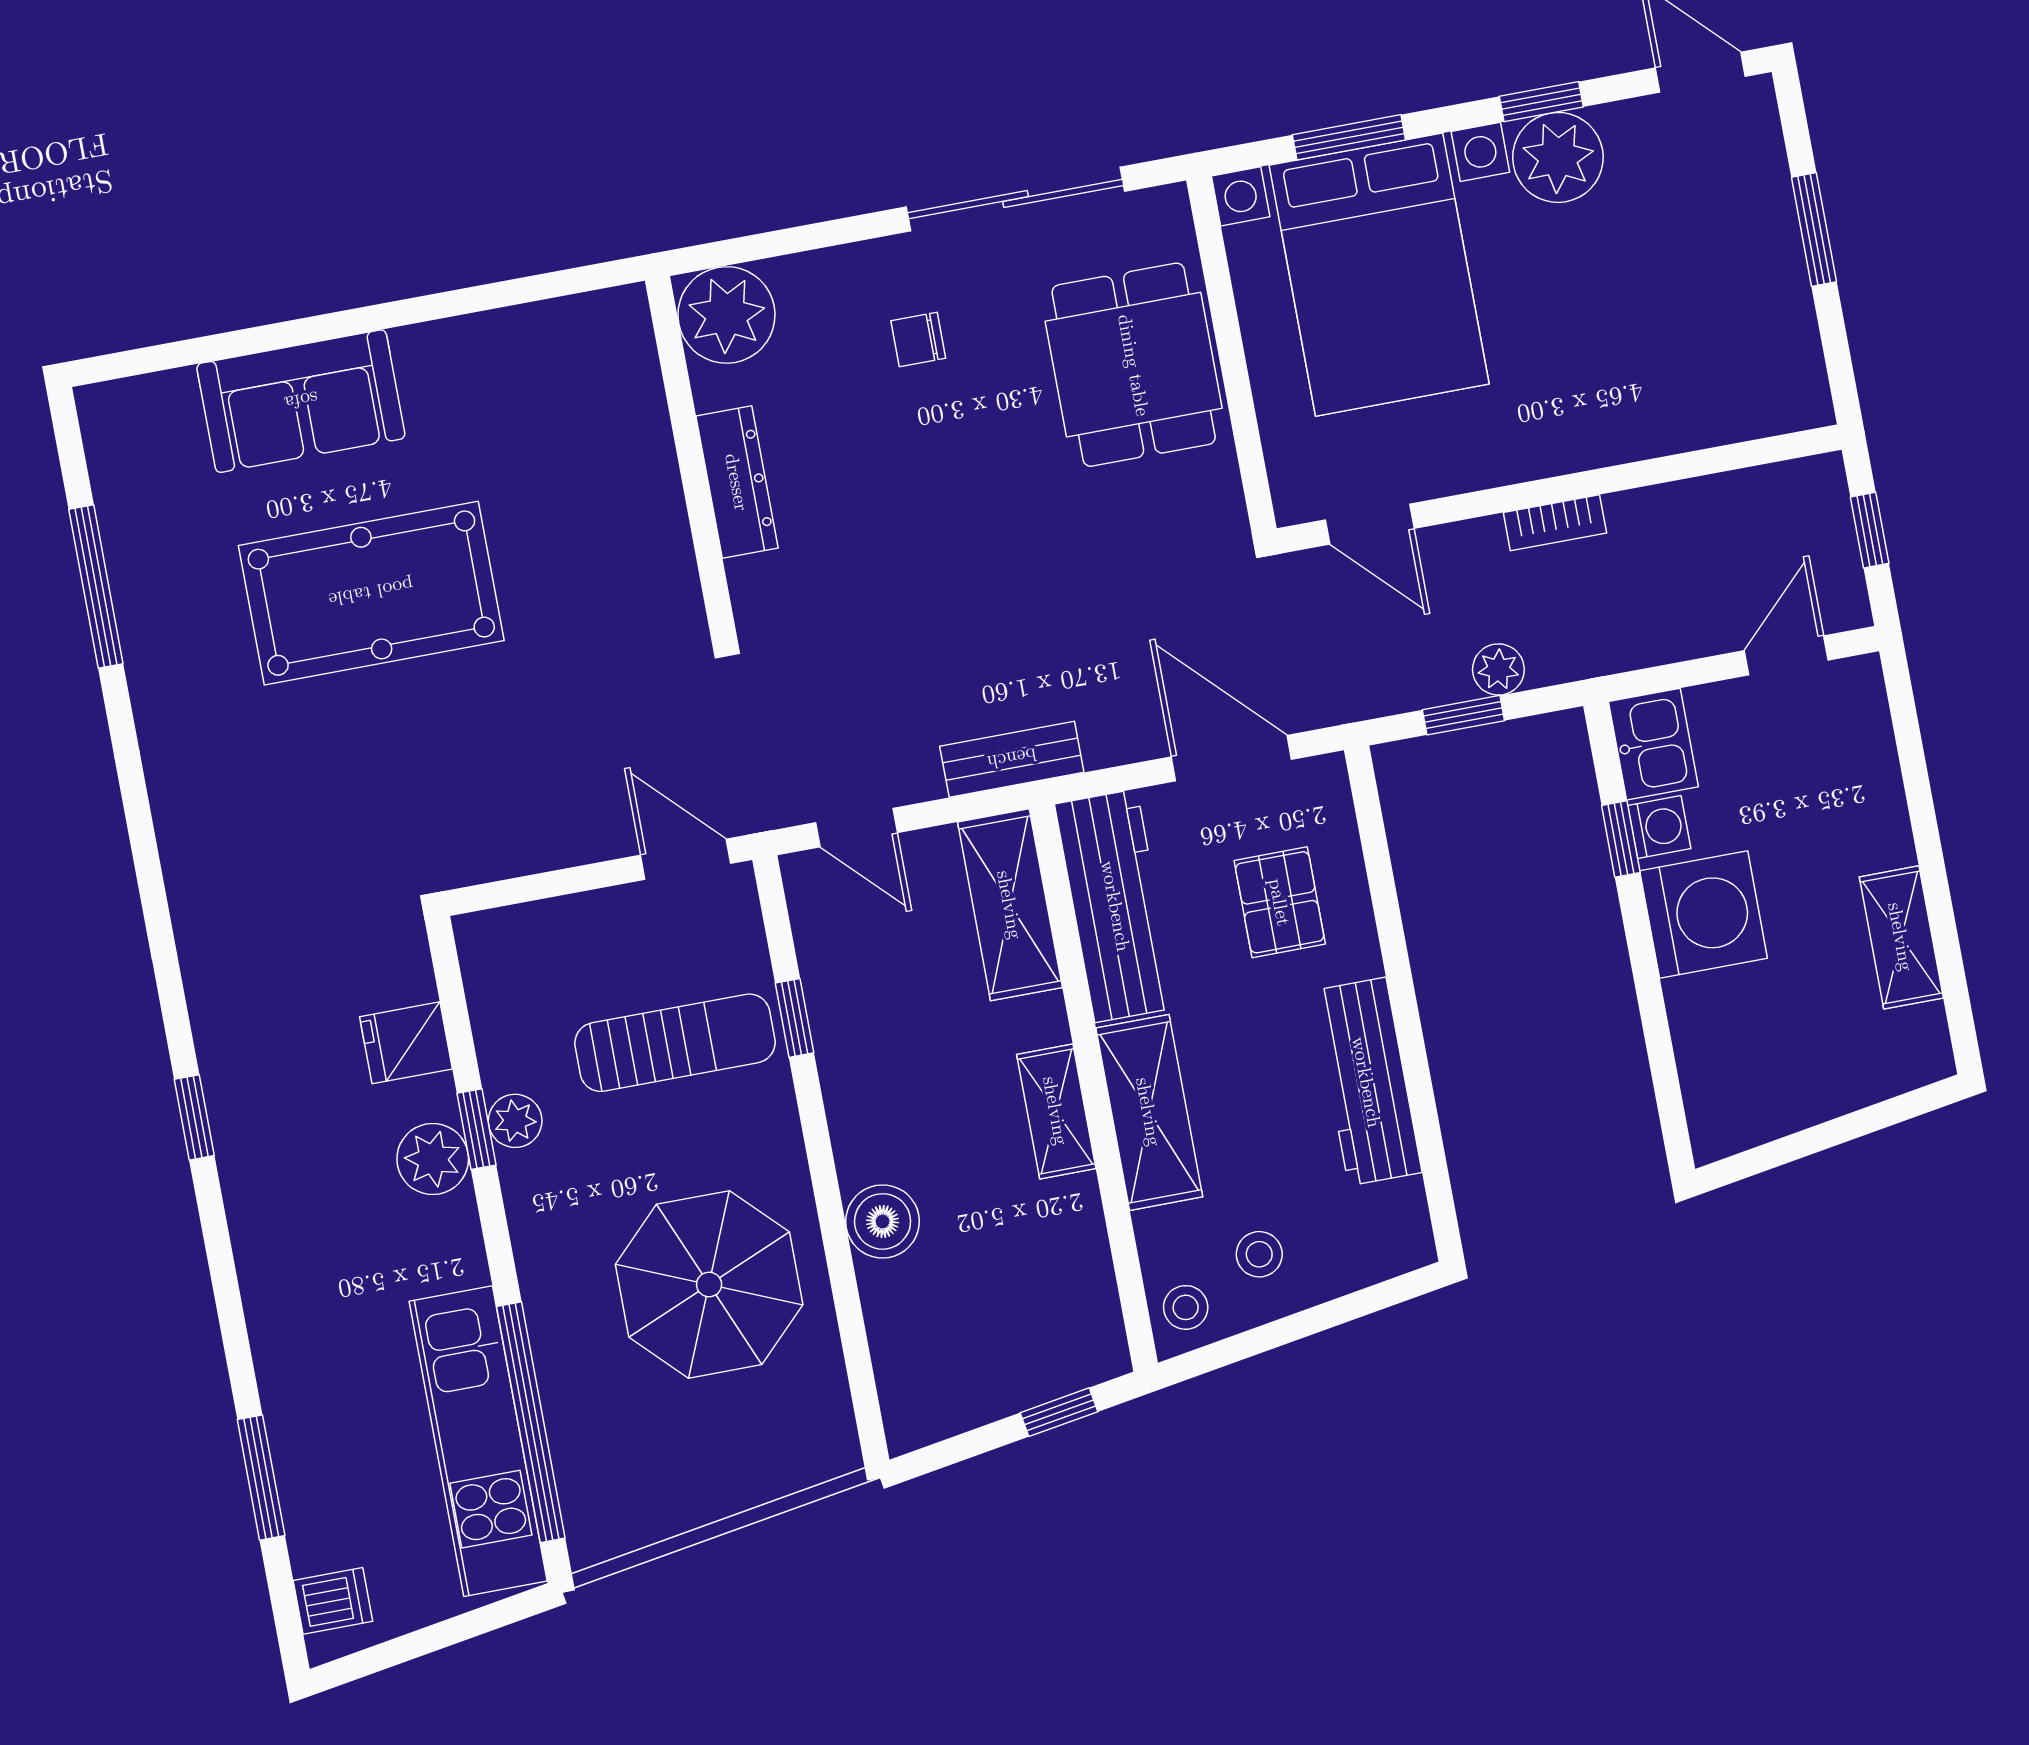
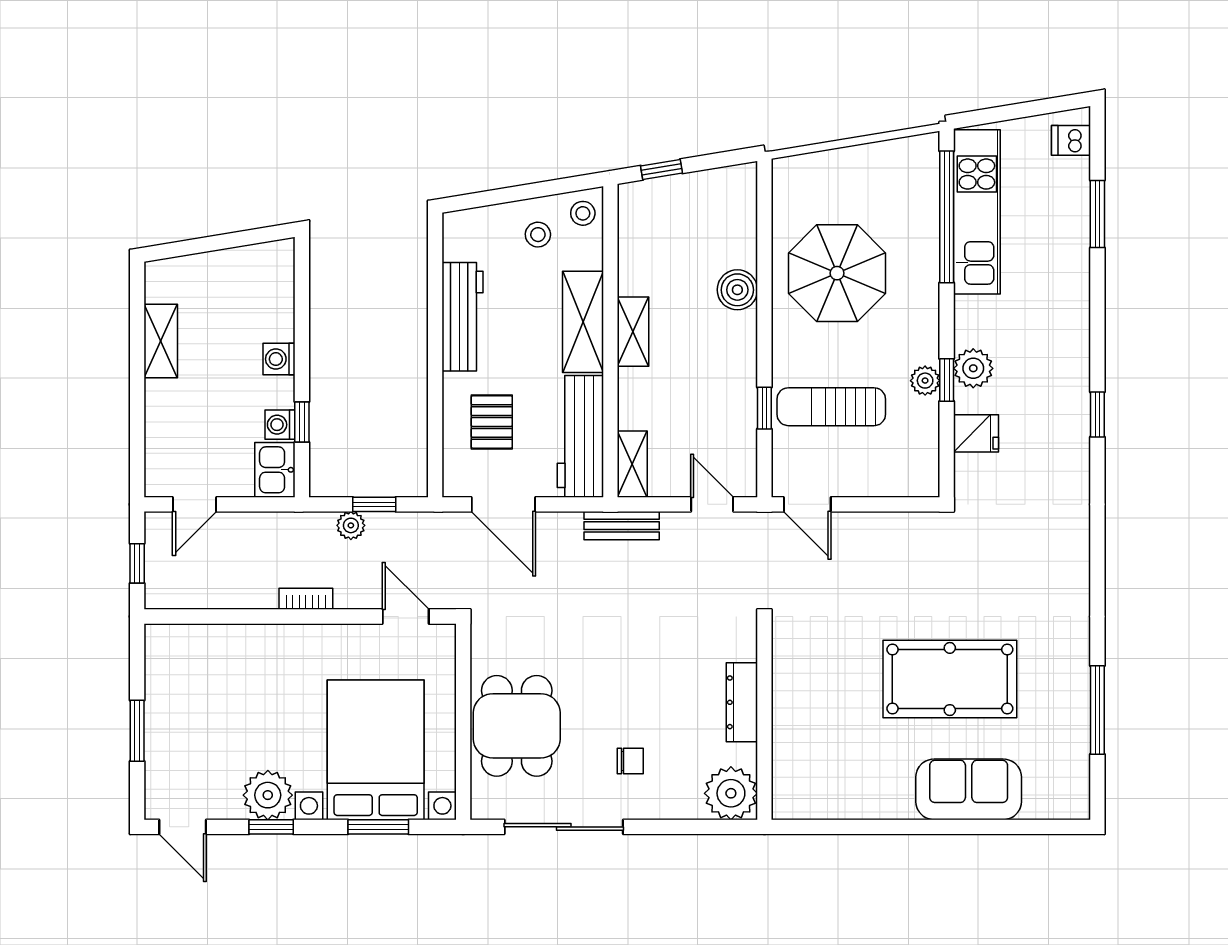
shelving: (1010, 905) -> (632, 464), width x0.67, depth x0.75
washing machine: (1704, 914) -> (279, 359), width x0.53, depth x0.53

